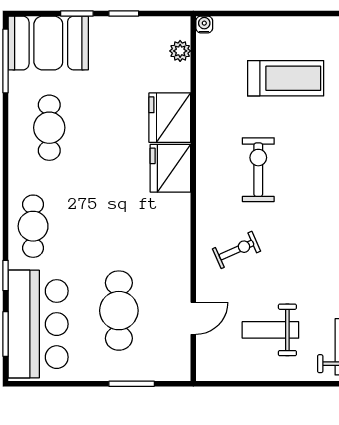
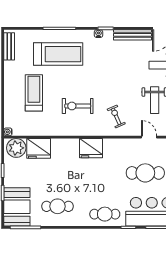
plant: (180, 51) -> (16, 148), width x1.87, depth x1.87
fridge: (170, 118) -> (39, 148), moved
fridge: (170, 168) -> (91, 148), moved

